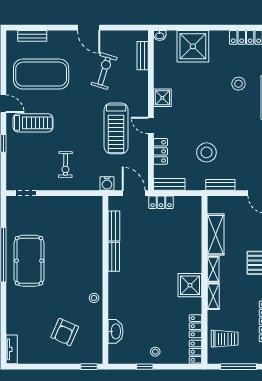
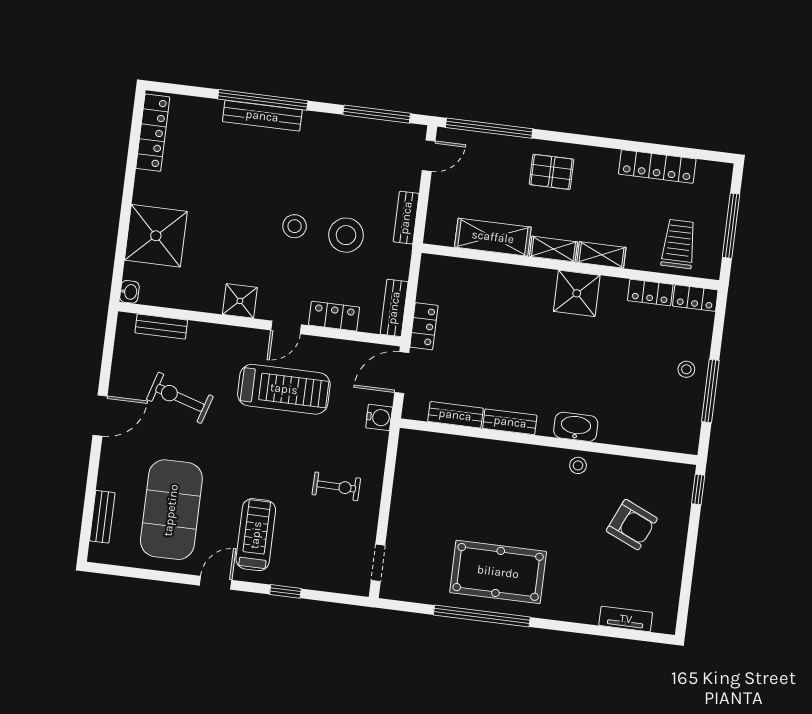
stool: (238, 84) -> (295, 226), moved
washbasin: (115, 331) -> (576, 427), moved
tv unit: (12, 349) -> (626, 619), moved
window: (145, 367) -> (710, 391), width x2.17

